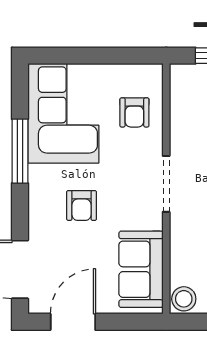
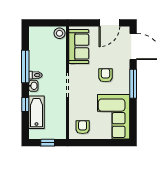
armchair: (134, 112) -> (83, 127), moved
window: (20, 151) -> (133, 84), moved

